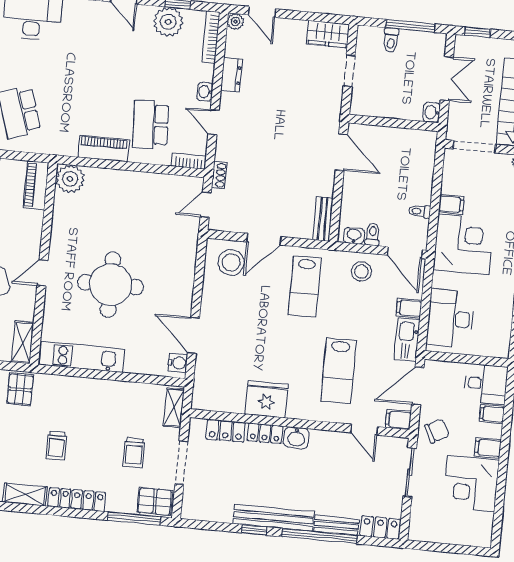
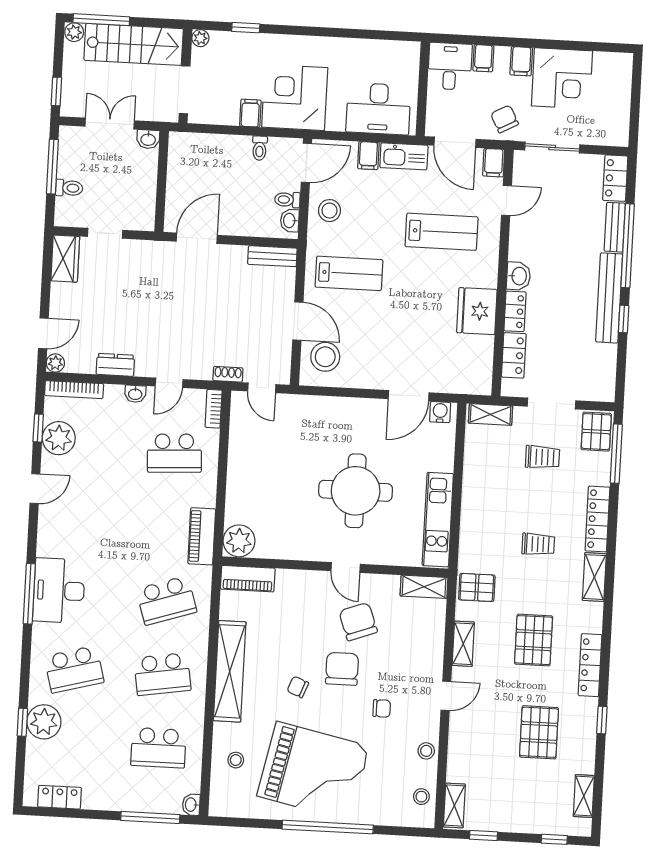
piano: (104, 149) -> (202, 536), moved

